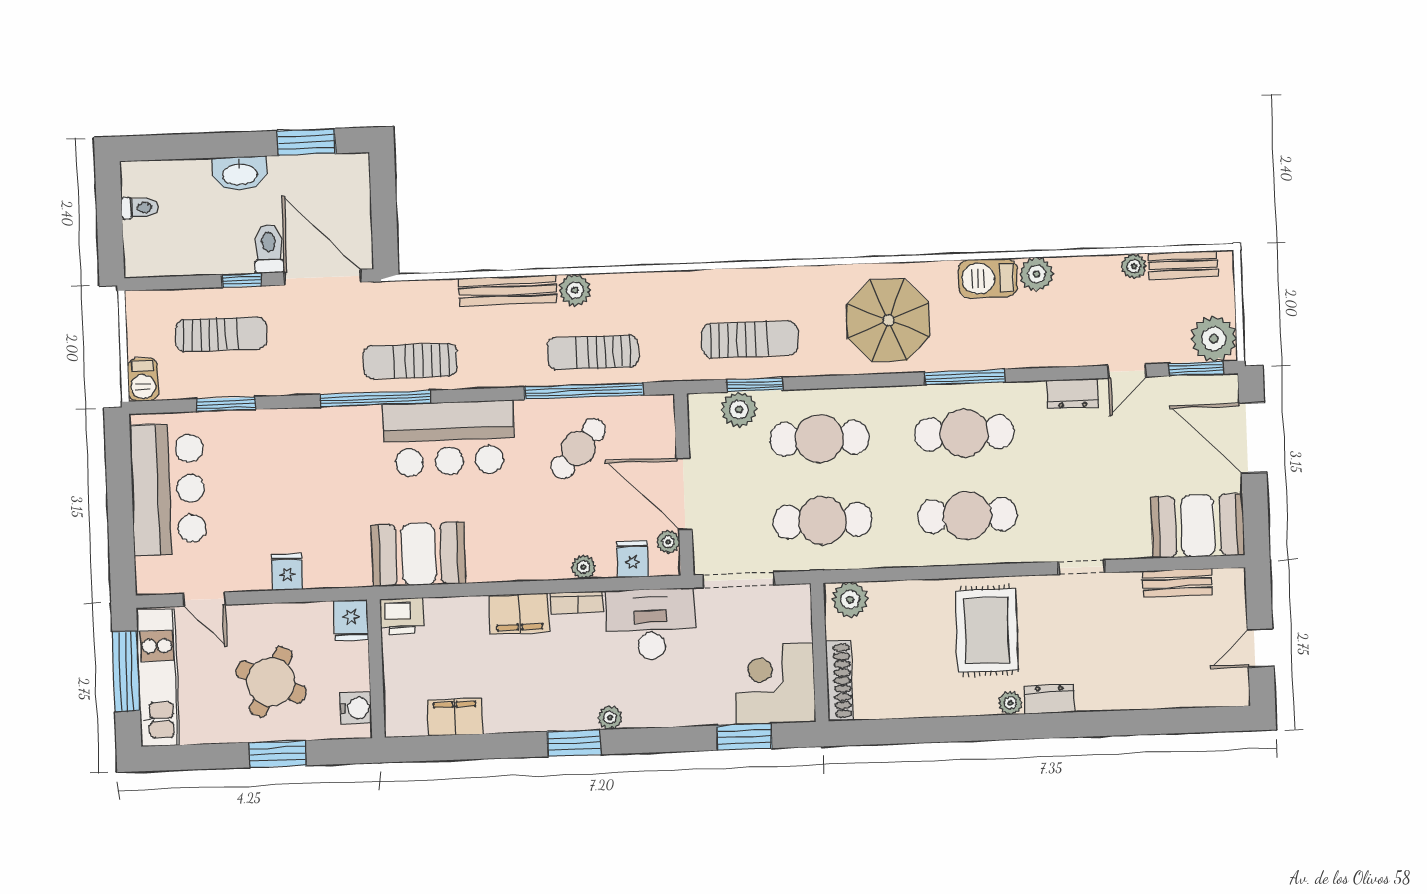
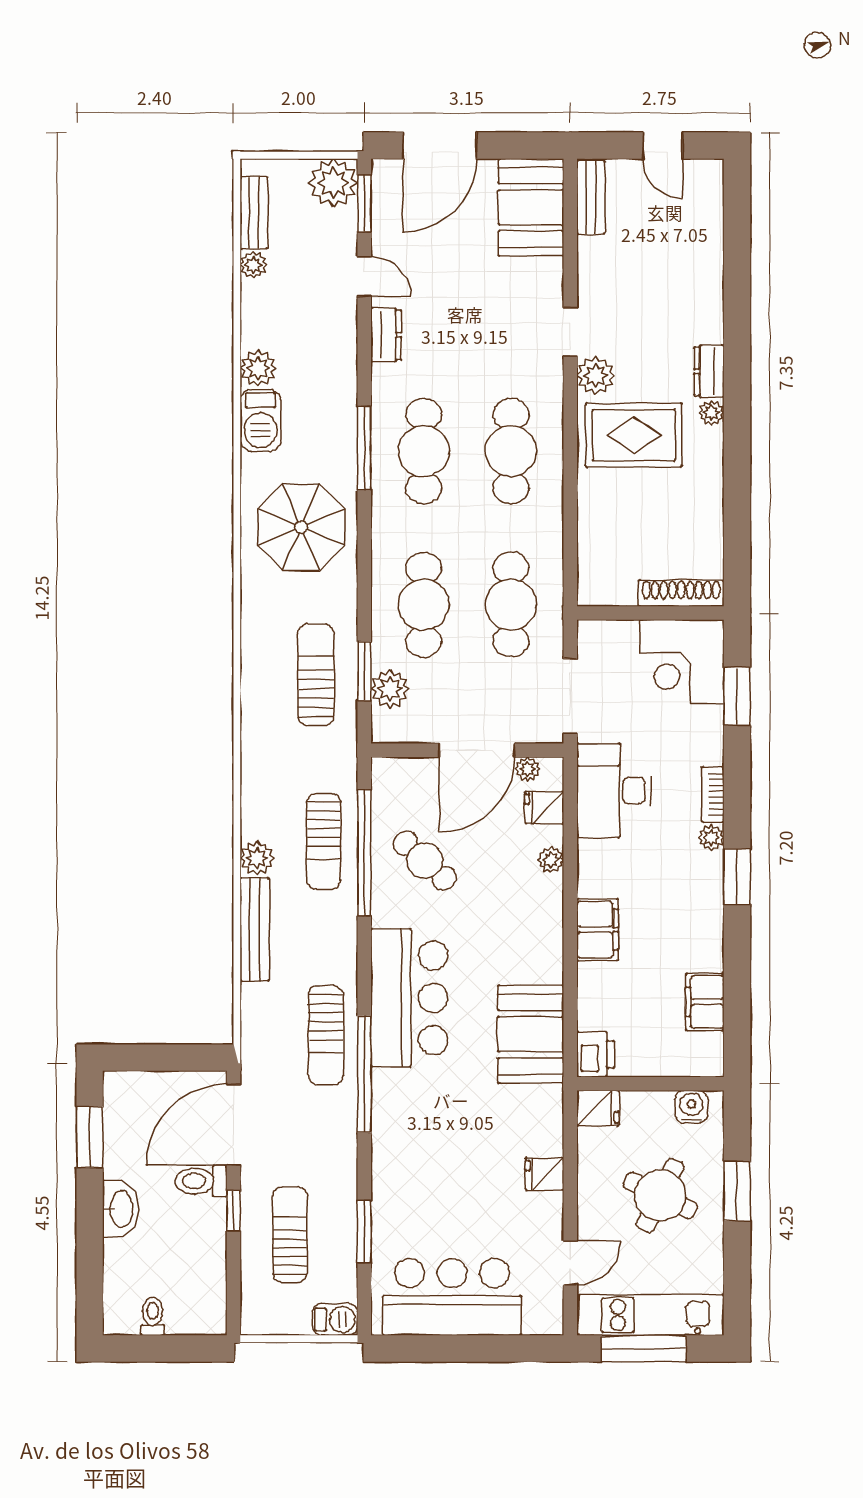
bench: (1177, 583) -> (591, 197), moved
plant: (850, 600) -> (596, 375), moved
bookcase: (577, 602) -> (713, 795), moved, turned 180

